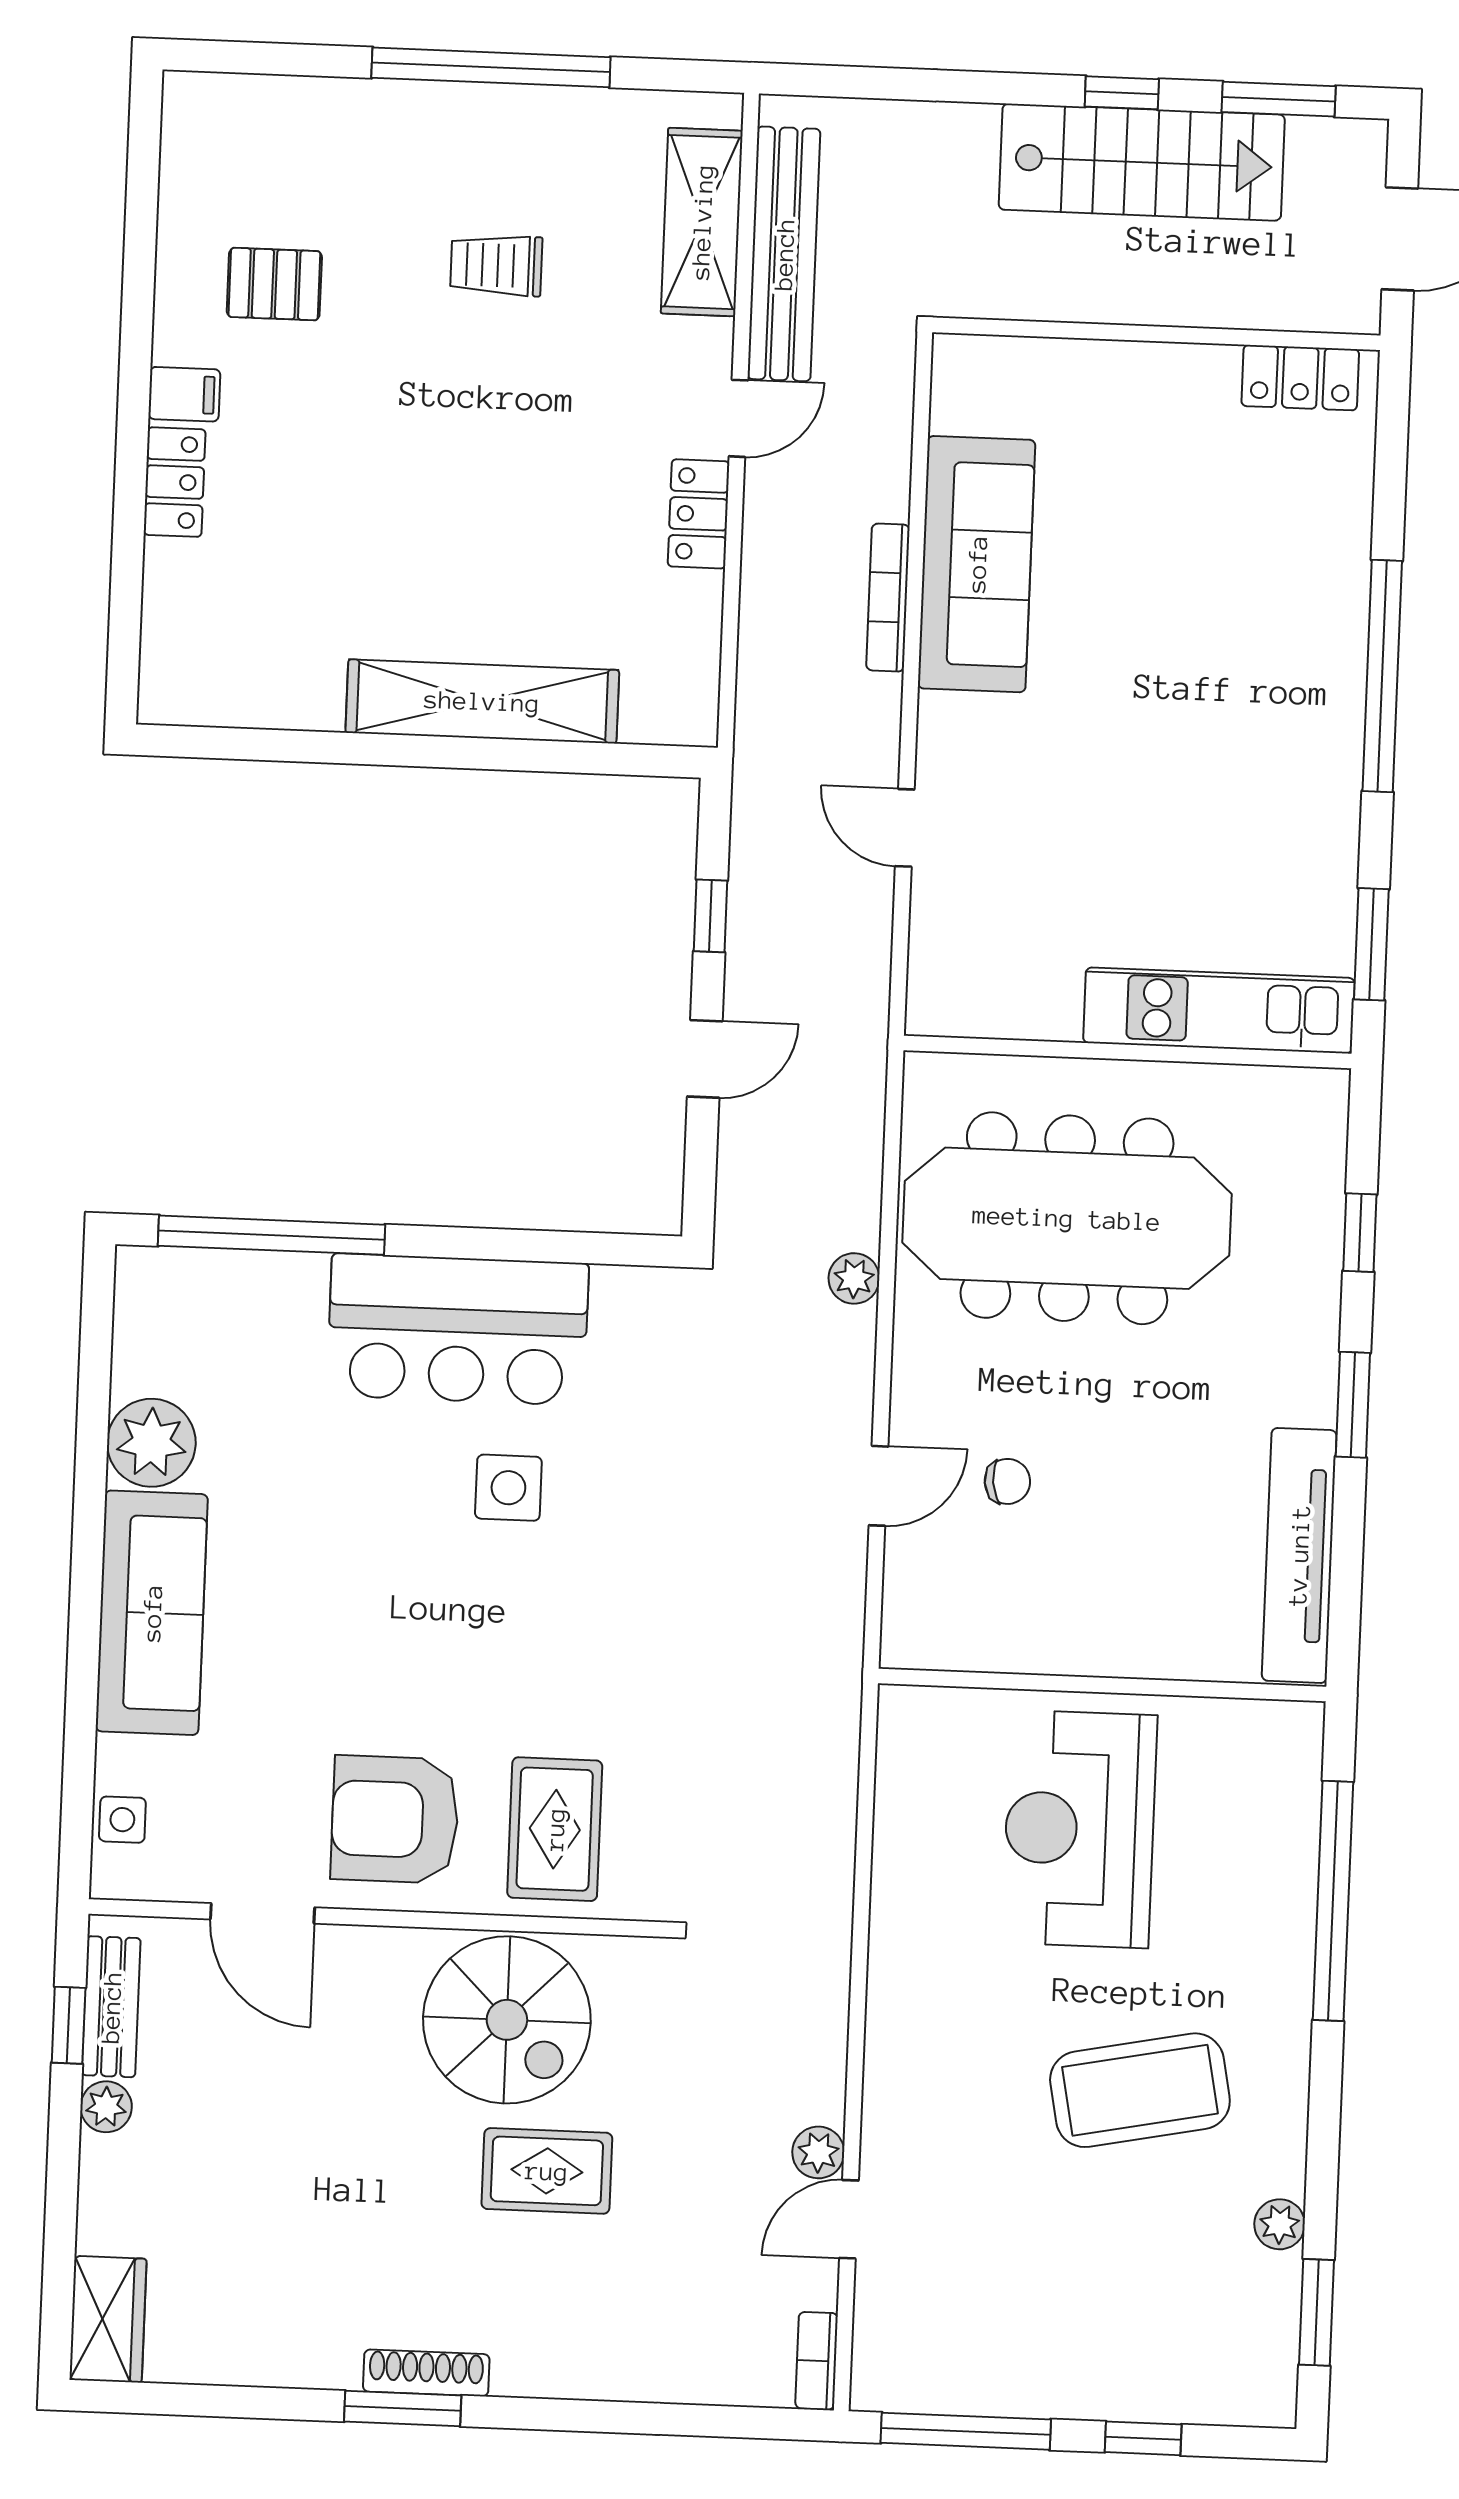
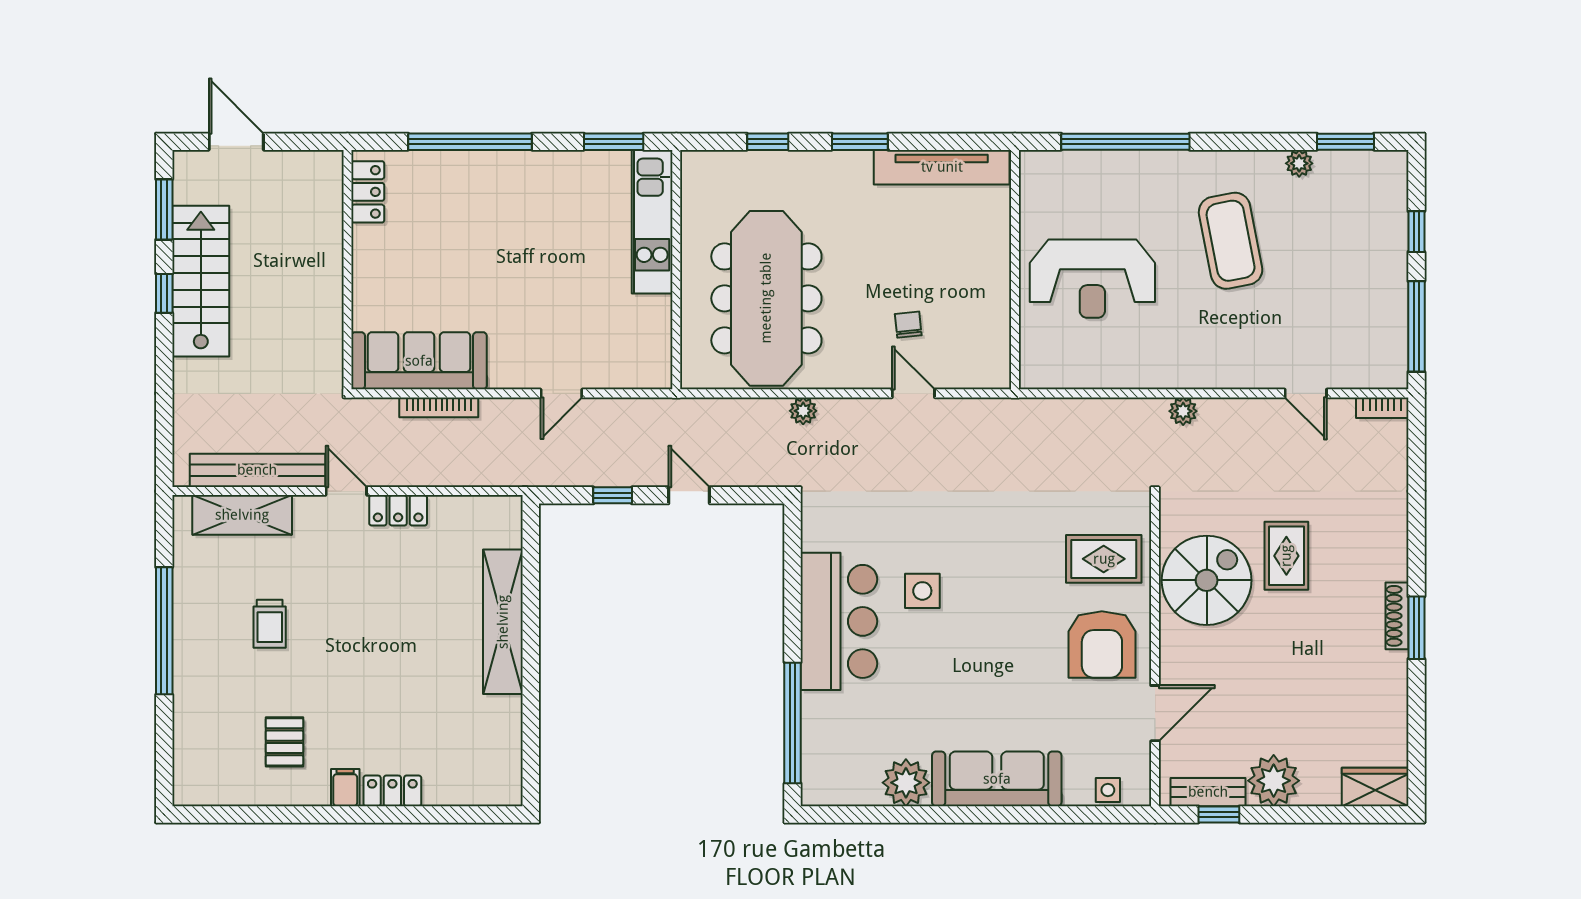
wall: (1156, 334) -> (347, 270), moved
locker: (1300, 378) -> (368, 192), moved
plant: (106, 2107) -> (1274, 781), width x1.87, depth x1.87
plant: (818, 2152) -> (1183, 411), moved

